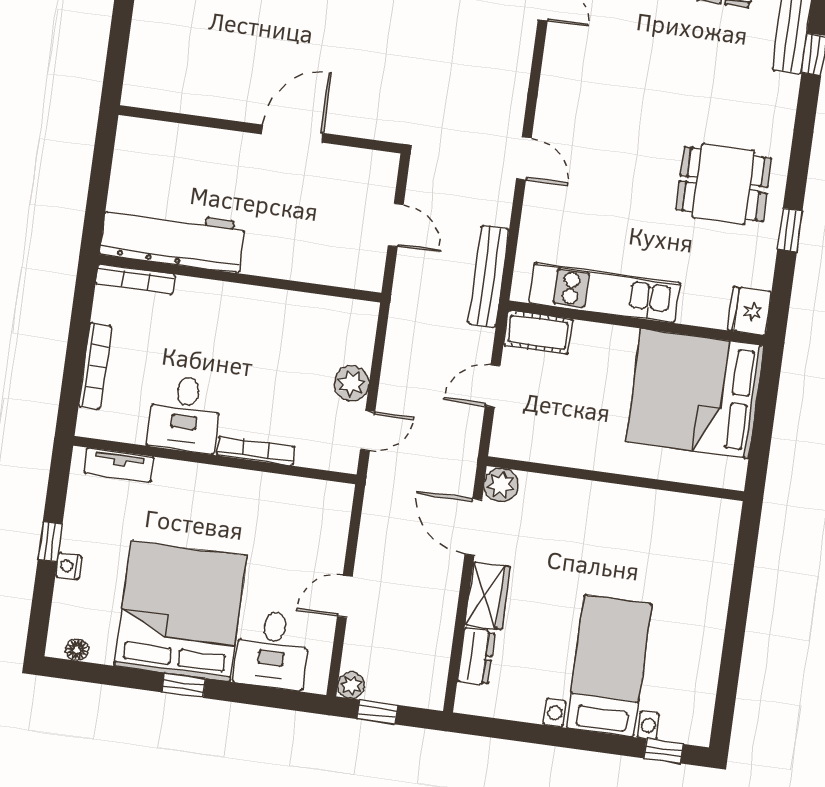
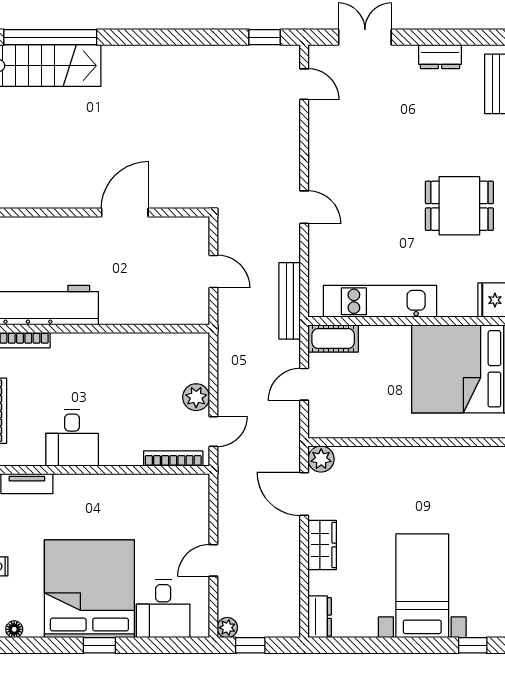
bookcase: (256, 451) -> (173, 459), moved
dresser: (476, 656) -> (320, 617), moved

